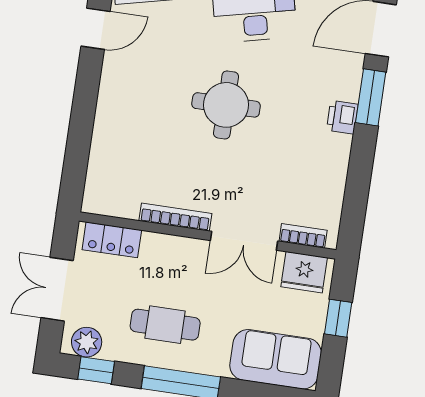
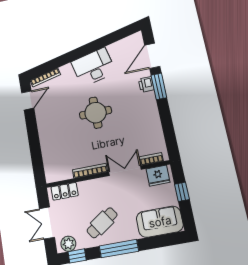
printer: (342, 117) -> (146, 84), moved
double door: (244, 241) -> (125, 171), swing flipped
cafe table: (165, 325) -> (102, 223), turned -34

